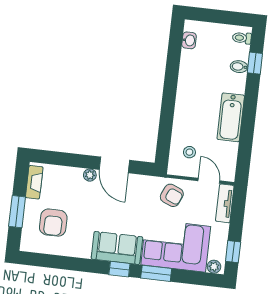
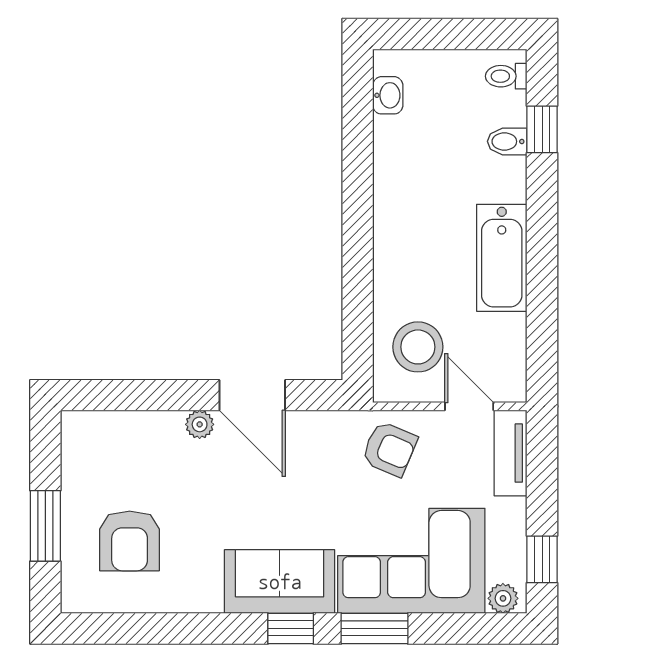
stool: (189, 152) -> (418, 347), width x1.89, depth x1.89
fireplace: (34, 182) -> (76, 455), removed

